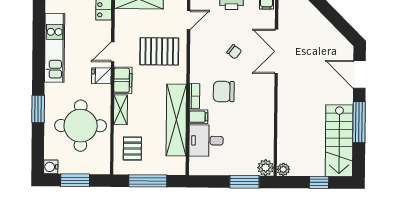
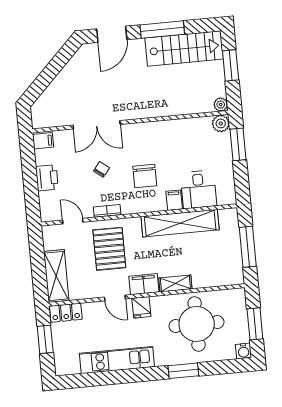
bookcase: (194, 96) -> (107, 211), moved
pallet: (132, 149) -> (215, 267), removed
window: (319, 182) -> (231, 65), width x1.50

